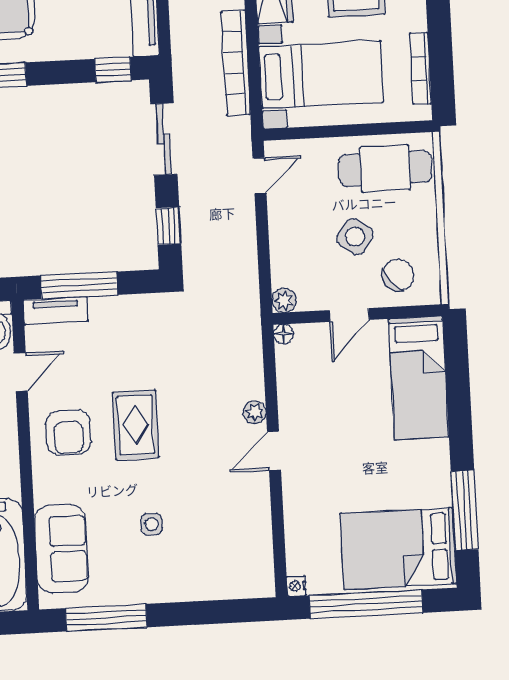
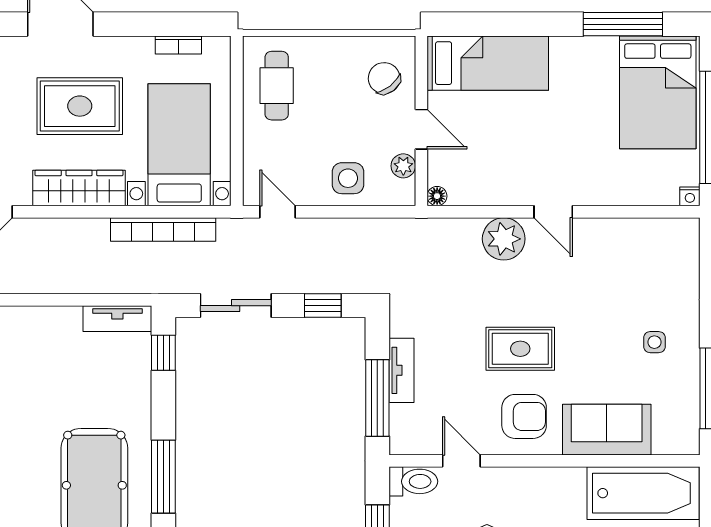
bookcase: (420, 68) -> (178, 45), width x0.64
cafe table: (385, 169) -> (277, 86), width x0.73, depth x0.74
side table: (355, 237) -> (348, 178), moved, turned -36
plant: (284, 300) -> (403, 166), moved
tv unit: (56, 310) -> (401, 370), moved
plant: (255, 412) -> (504, 239), width x1.88, depth x1.88
side table: (152, 524) -> (654, 342), moved
sofa: (61, 549) -> (607, 430), moved

